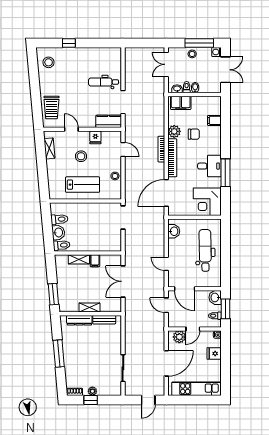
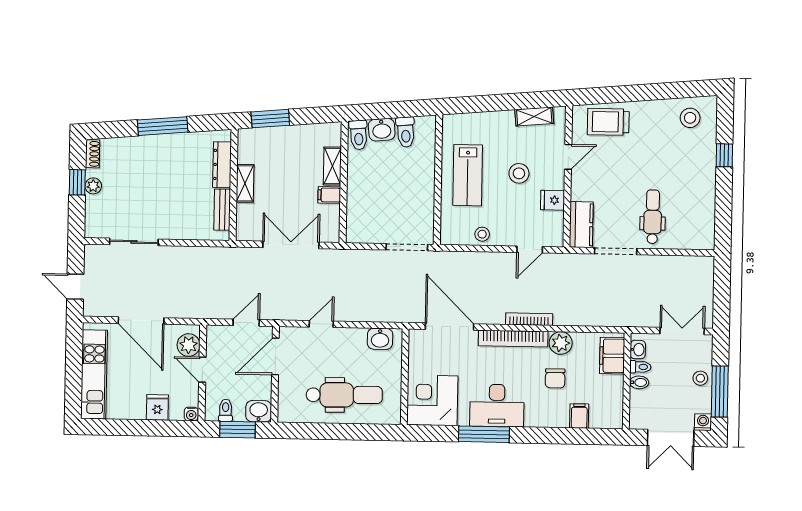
desk: (209, 166) -> (497, 406), width x1.37

